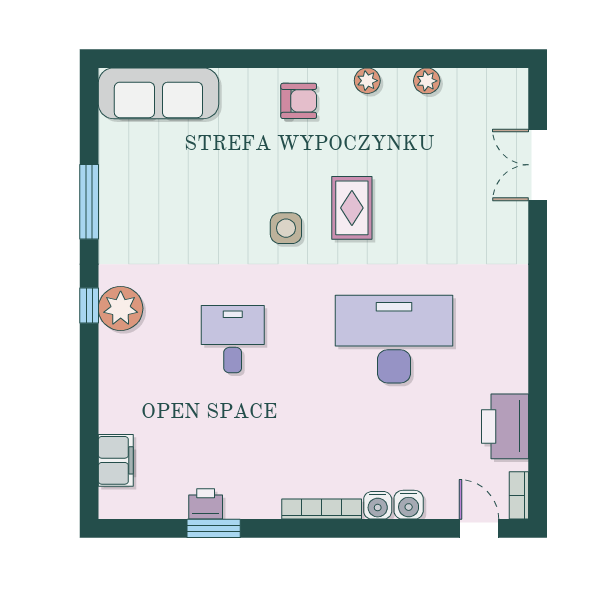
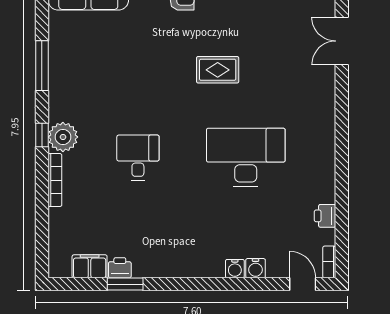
rug: (352, 208) -> (218, 70), turned 90
side table: (286, 228) -> (174, 83), removed
printer: (505, 426) -> (325, 216), width x0.53, depth x0.68
filing cabinet: (116, 460) -> (90, 266), moved, turned -90
bookcase: (322, 509) -> (55, 180), moved, turned 90

